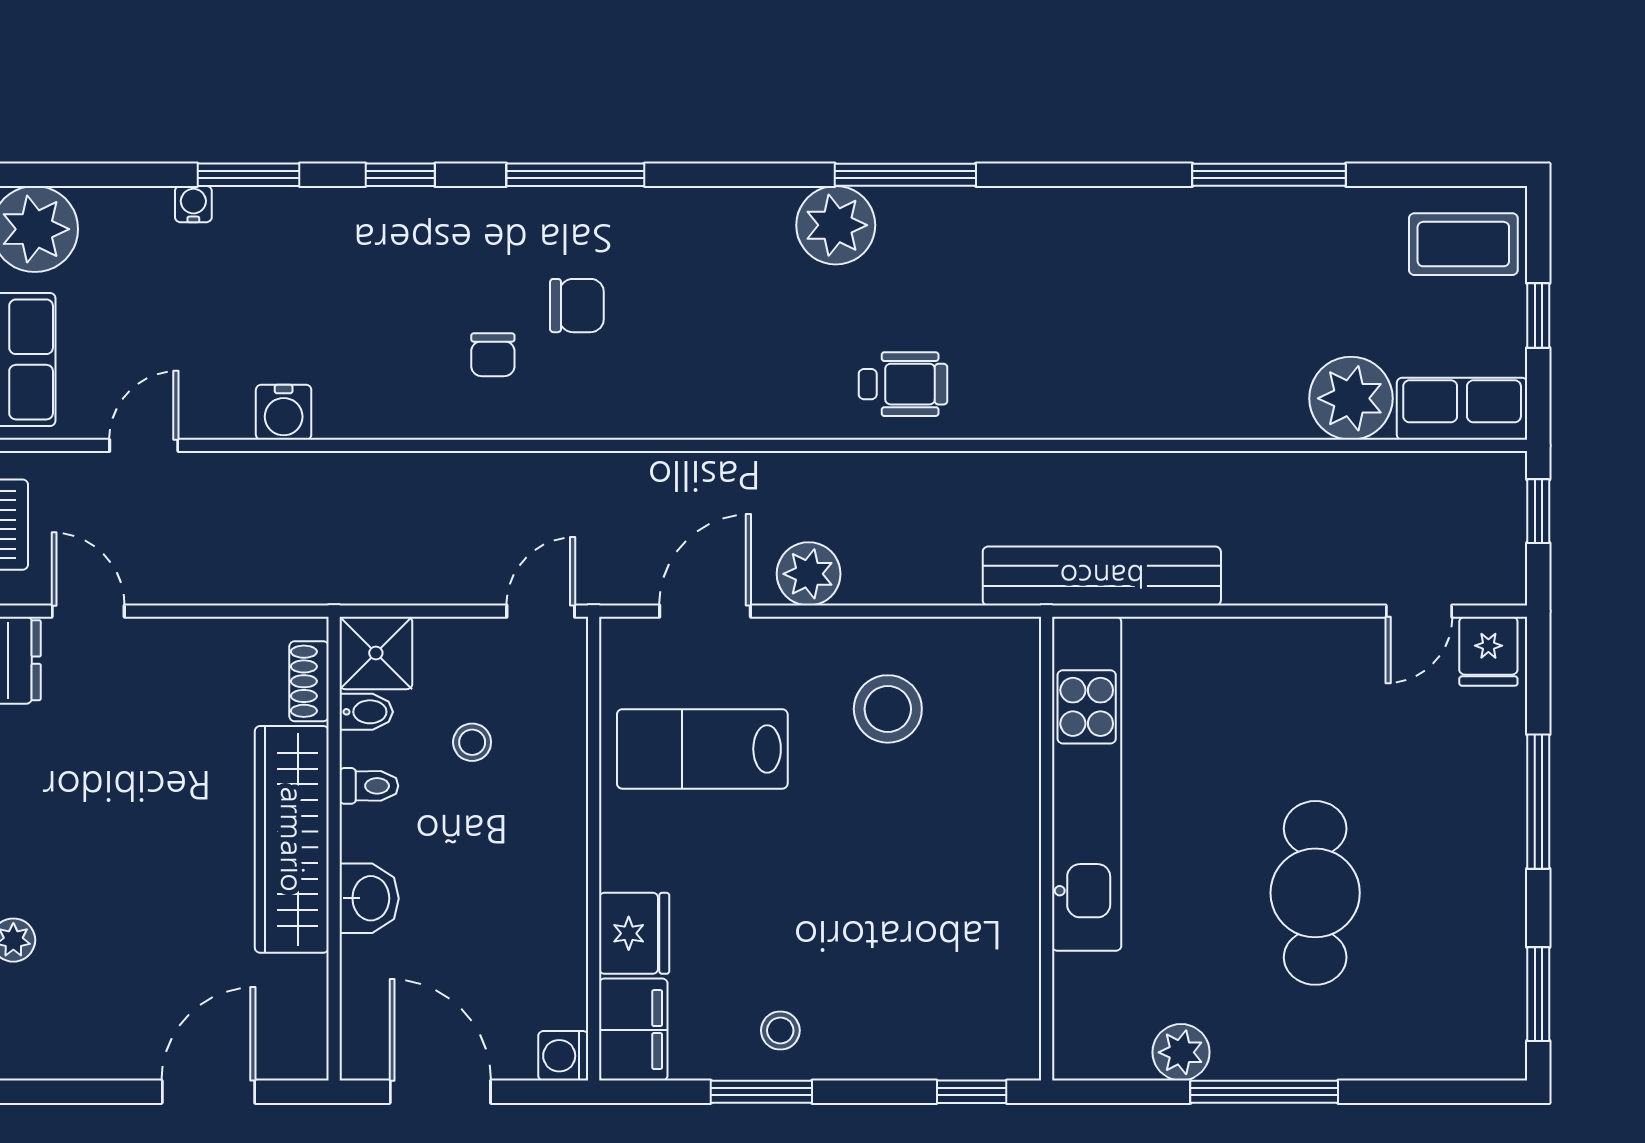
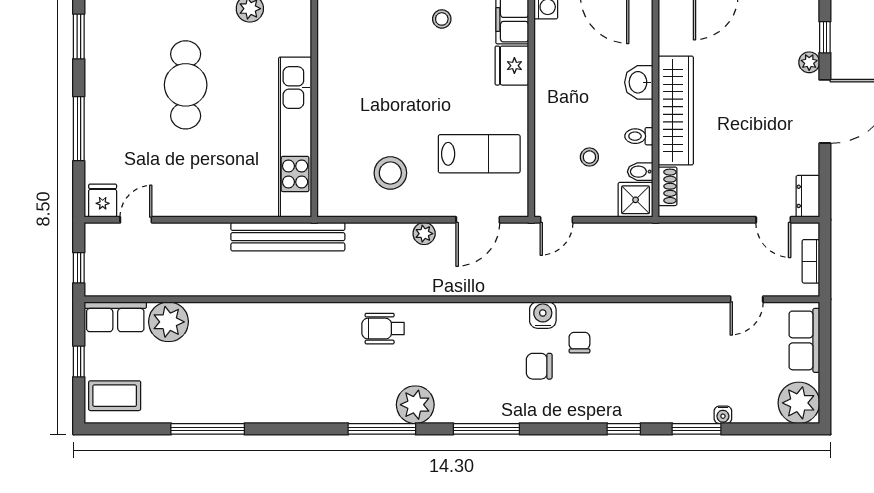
window: (575, 175) -> (486, 429), moved
water cooler: (284, 412) -> (543, 315), moved
plant: (809, 574) -> (424, 234), width x0.73, depth x0.73

